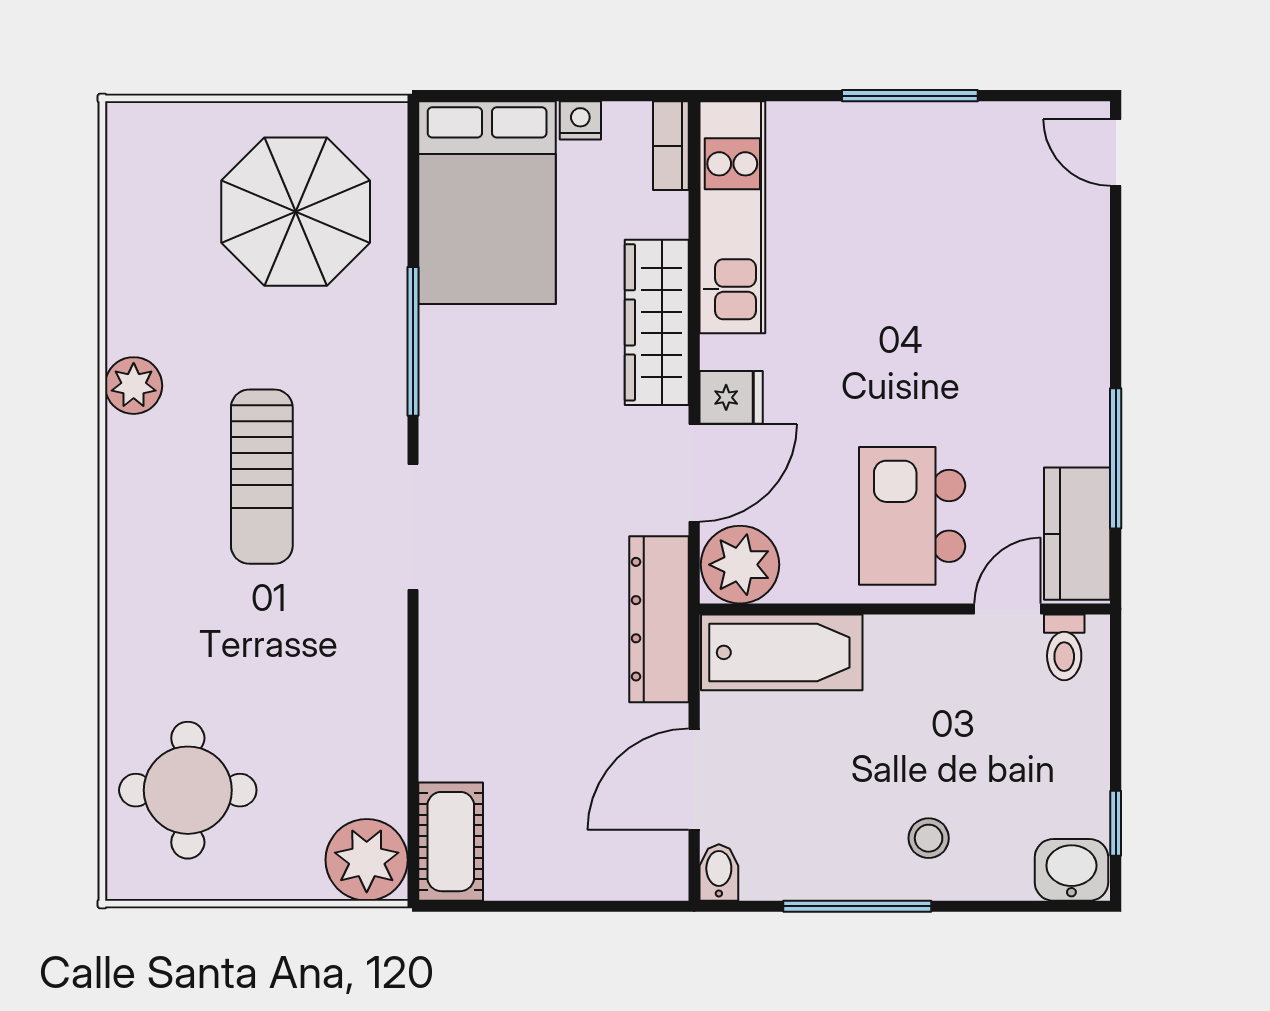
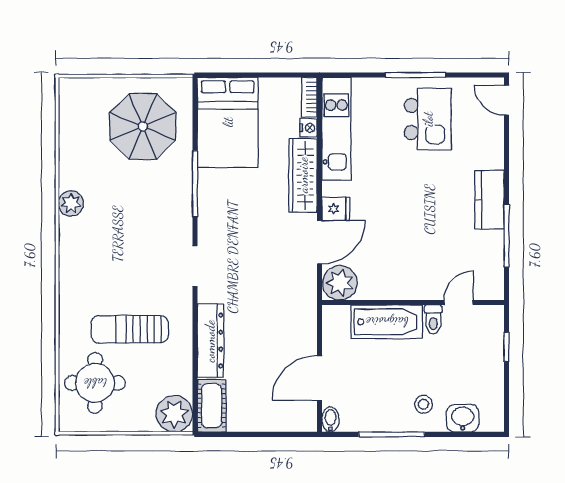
nightstand: (580, 120) -> (309, 128), moved, turned 90
sun lounger: (262, 477) -> (130, 329), moved, turned 90
kitchen island: (912, 516) -> (428, 119), moved, turned 180
doorway: (413, 527) -> (195, 266), width x0.73
kitchen counter: (1077, 534) -> (489, 200), moved
dresser: (659, 619) -> (210, 341), moved, turned 180
toilet: (1064, 647) -> (433, 320), moved
bathtub: (782, 652) -> (387, 322), moved
window: (1116, 823) -> (506, 347), moved
washbasin: (1071, 870) -> (463, 418), moved

